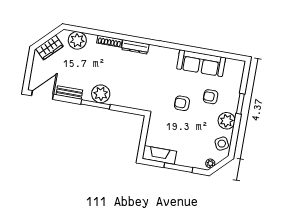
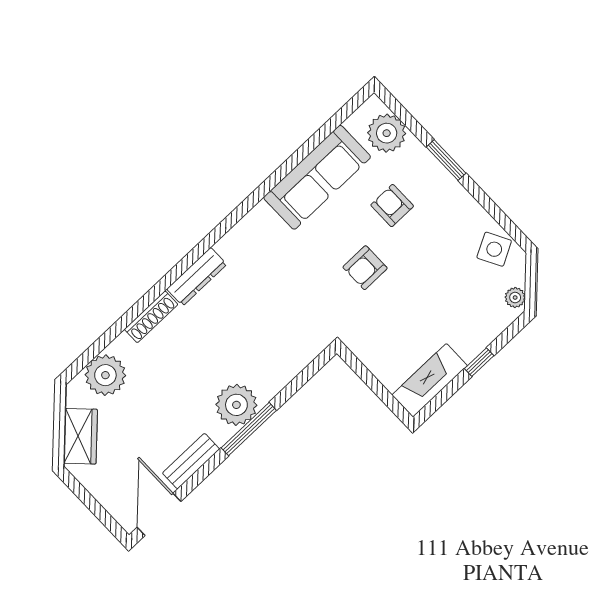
armchair: (211, 97) -> (392, 206), turned 90
plant: (227, 121) -> (387, 133), moved
window: (178, 168) -> (479, 362), width x0.46

